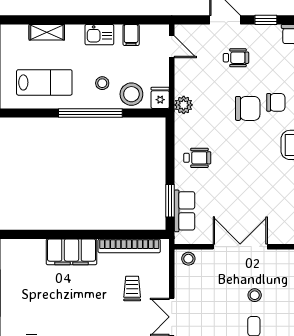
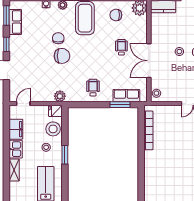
shelving: (47, 32) -> (14, 170), moved
filing cabinet: (131, 35) -> (16, 129), width x2.00
wheelchair: (236, 58) -> (121, 47), moved
chair: (248, 108) -> (62, 56), turned 90
window: (90, 113) -> (65, 155), width x0.47
filing cabinet: (71, 252) -> (152, 167), removed
trolley: (132, 289) -> (175, 129), removed

